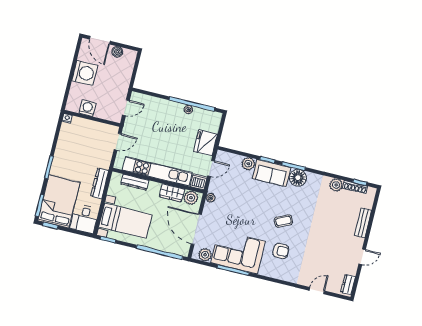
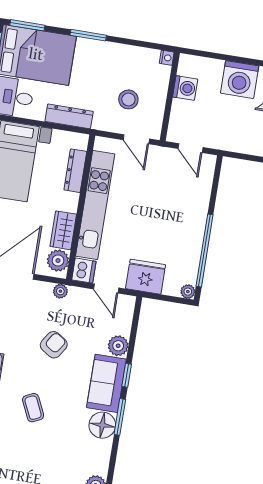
plant: (188, 110) -> (188, 292), moved
stool: (92, 145) -> (128, 99), added
armchair: (244, 205) -> (54, 345), added

